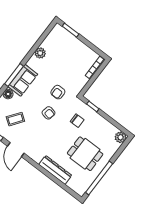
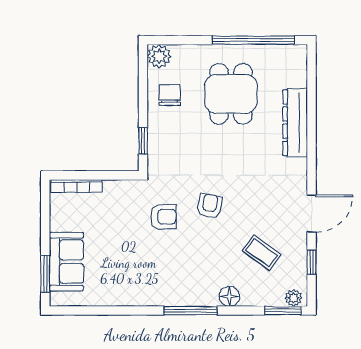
plant: (40, 53) -> (121, 295), removed
sofa: (23, 80) -> (66, 262), moved, turned 90
chair: (77, 121) -> (170, 95), moved

